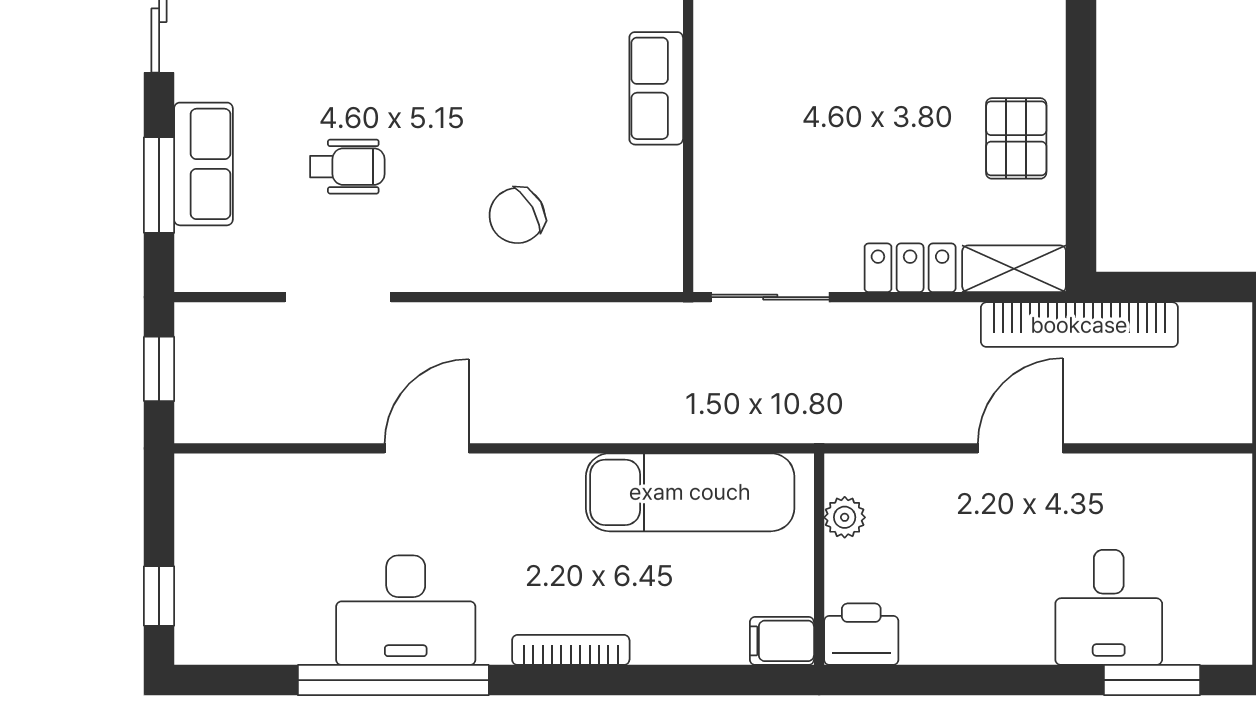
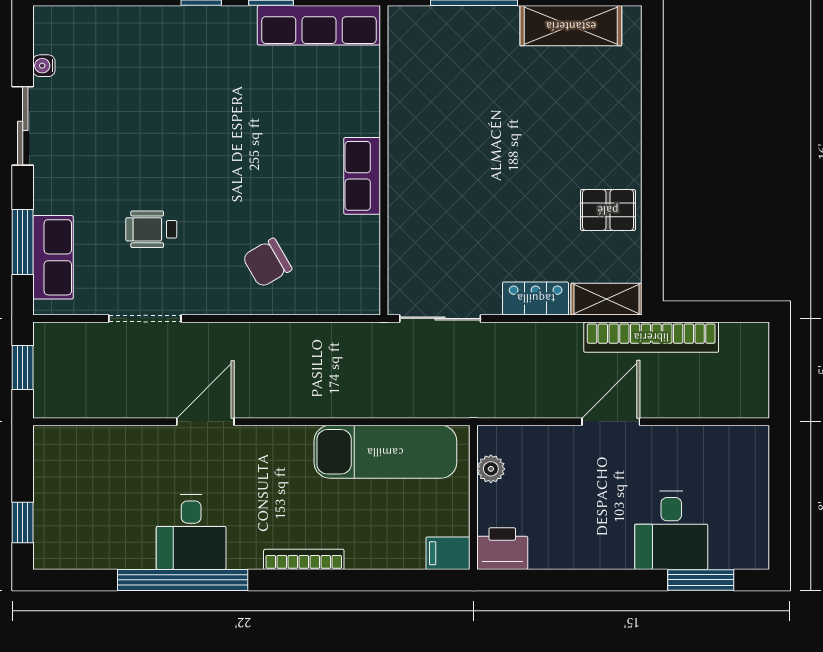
pallet: (1016, 138) -> (608, 210), turned 90
row of seats: (203, 164) -> (53, 257), moved
wheelchair: (347, 167) -> (151, 229), turned 180
desk: (406, 610) -> (191, 532), width x0.73

